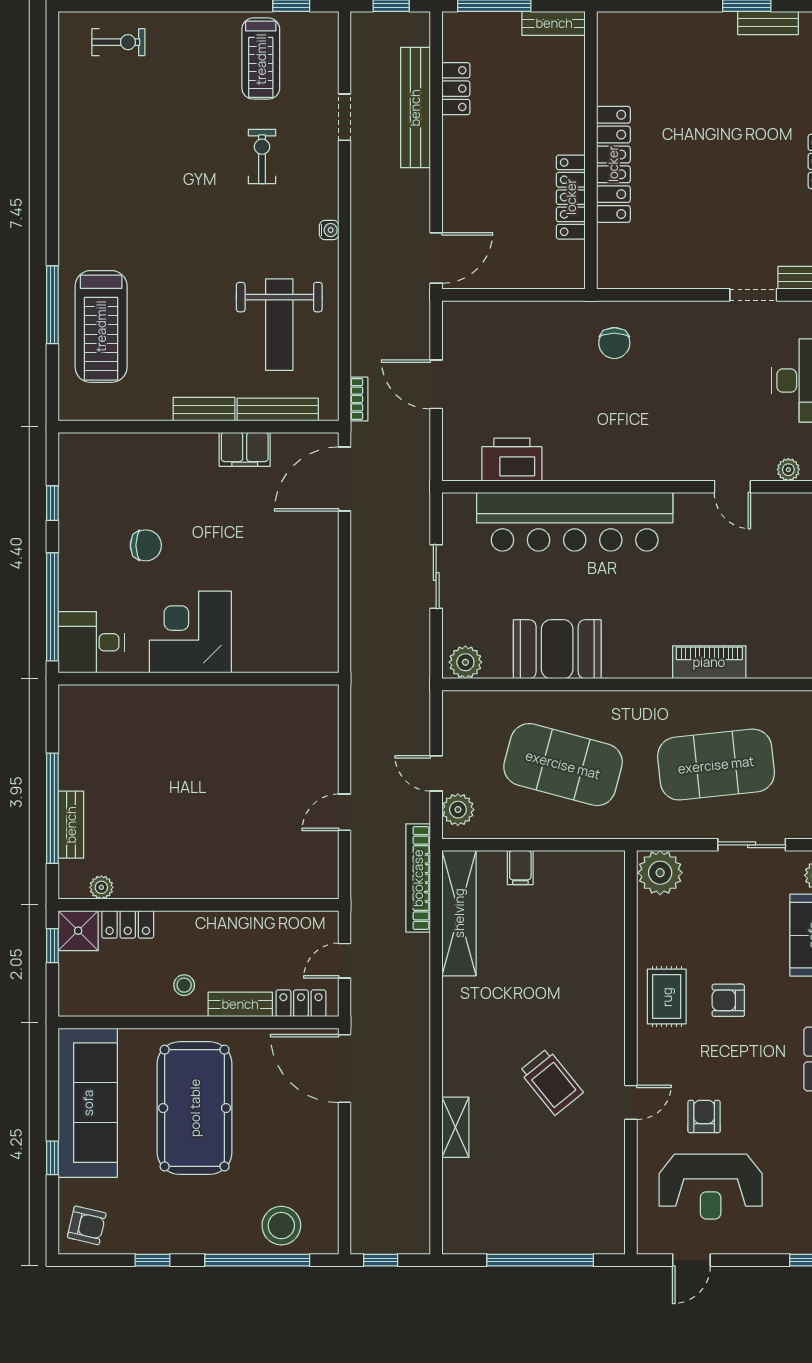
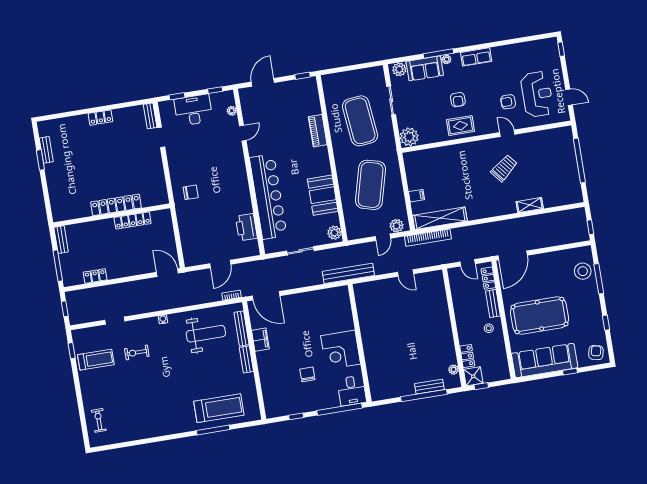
bench: (415, 108) -> (348, 273), moved
window: (257, 1260) -> (599, 279), width x0.68

